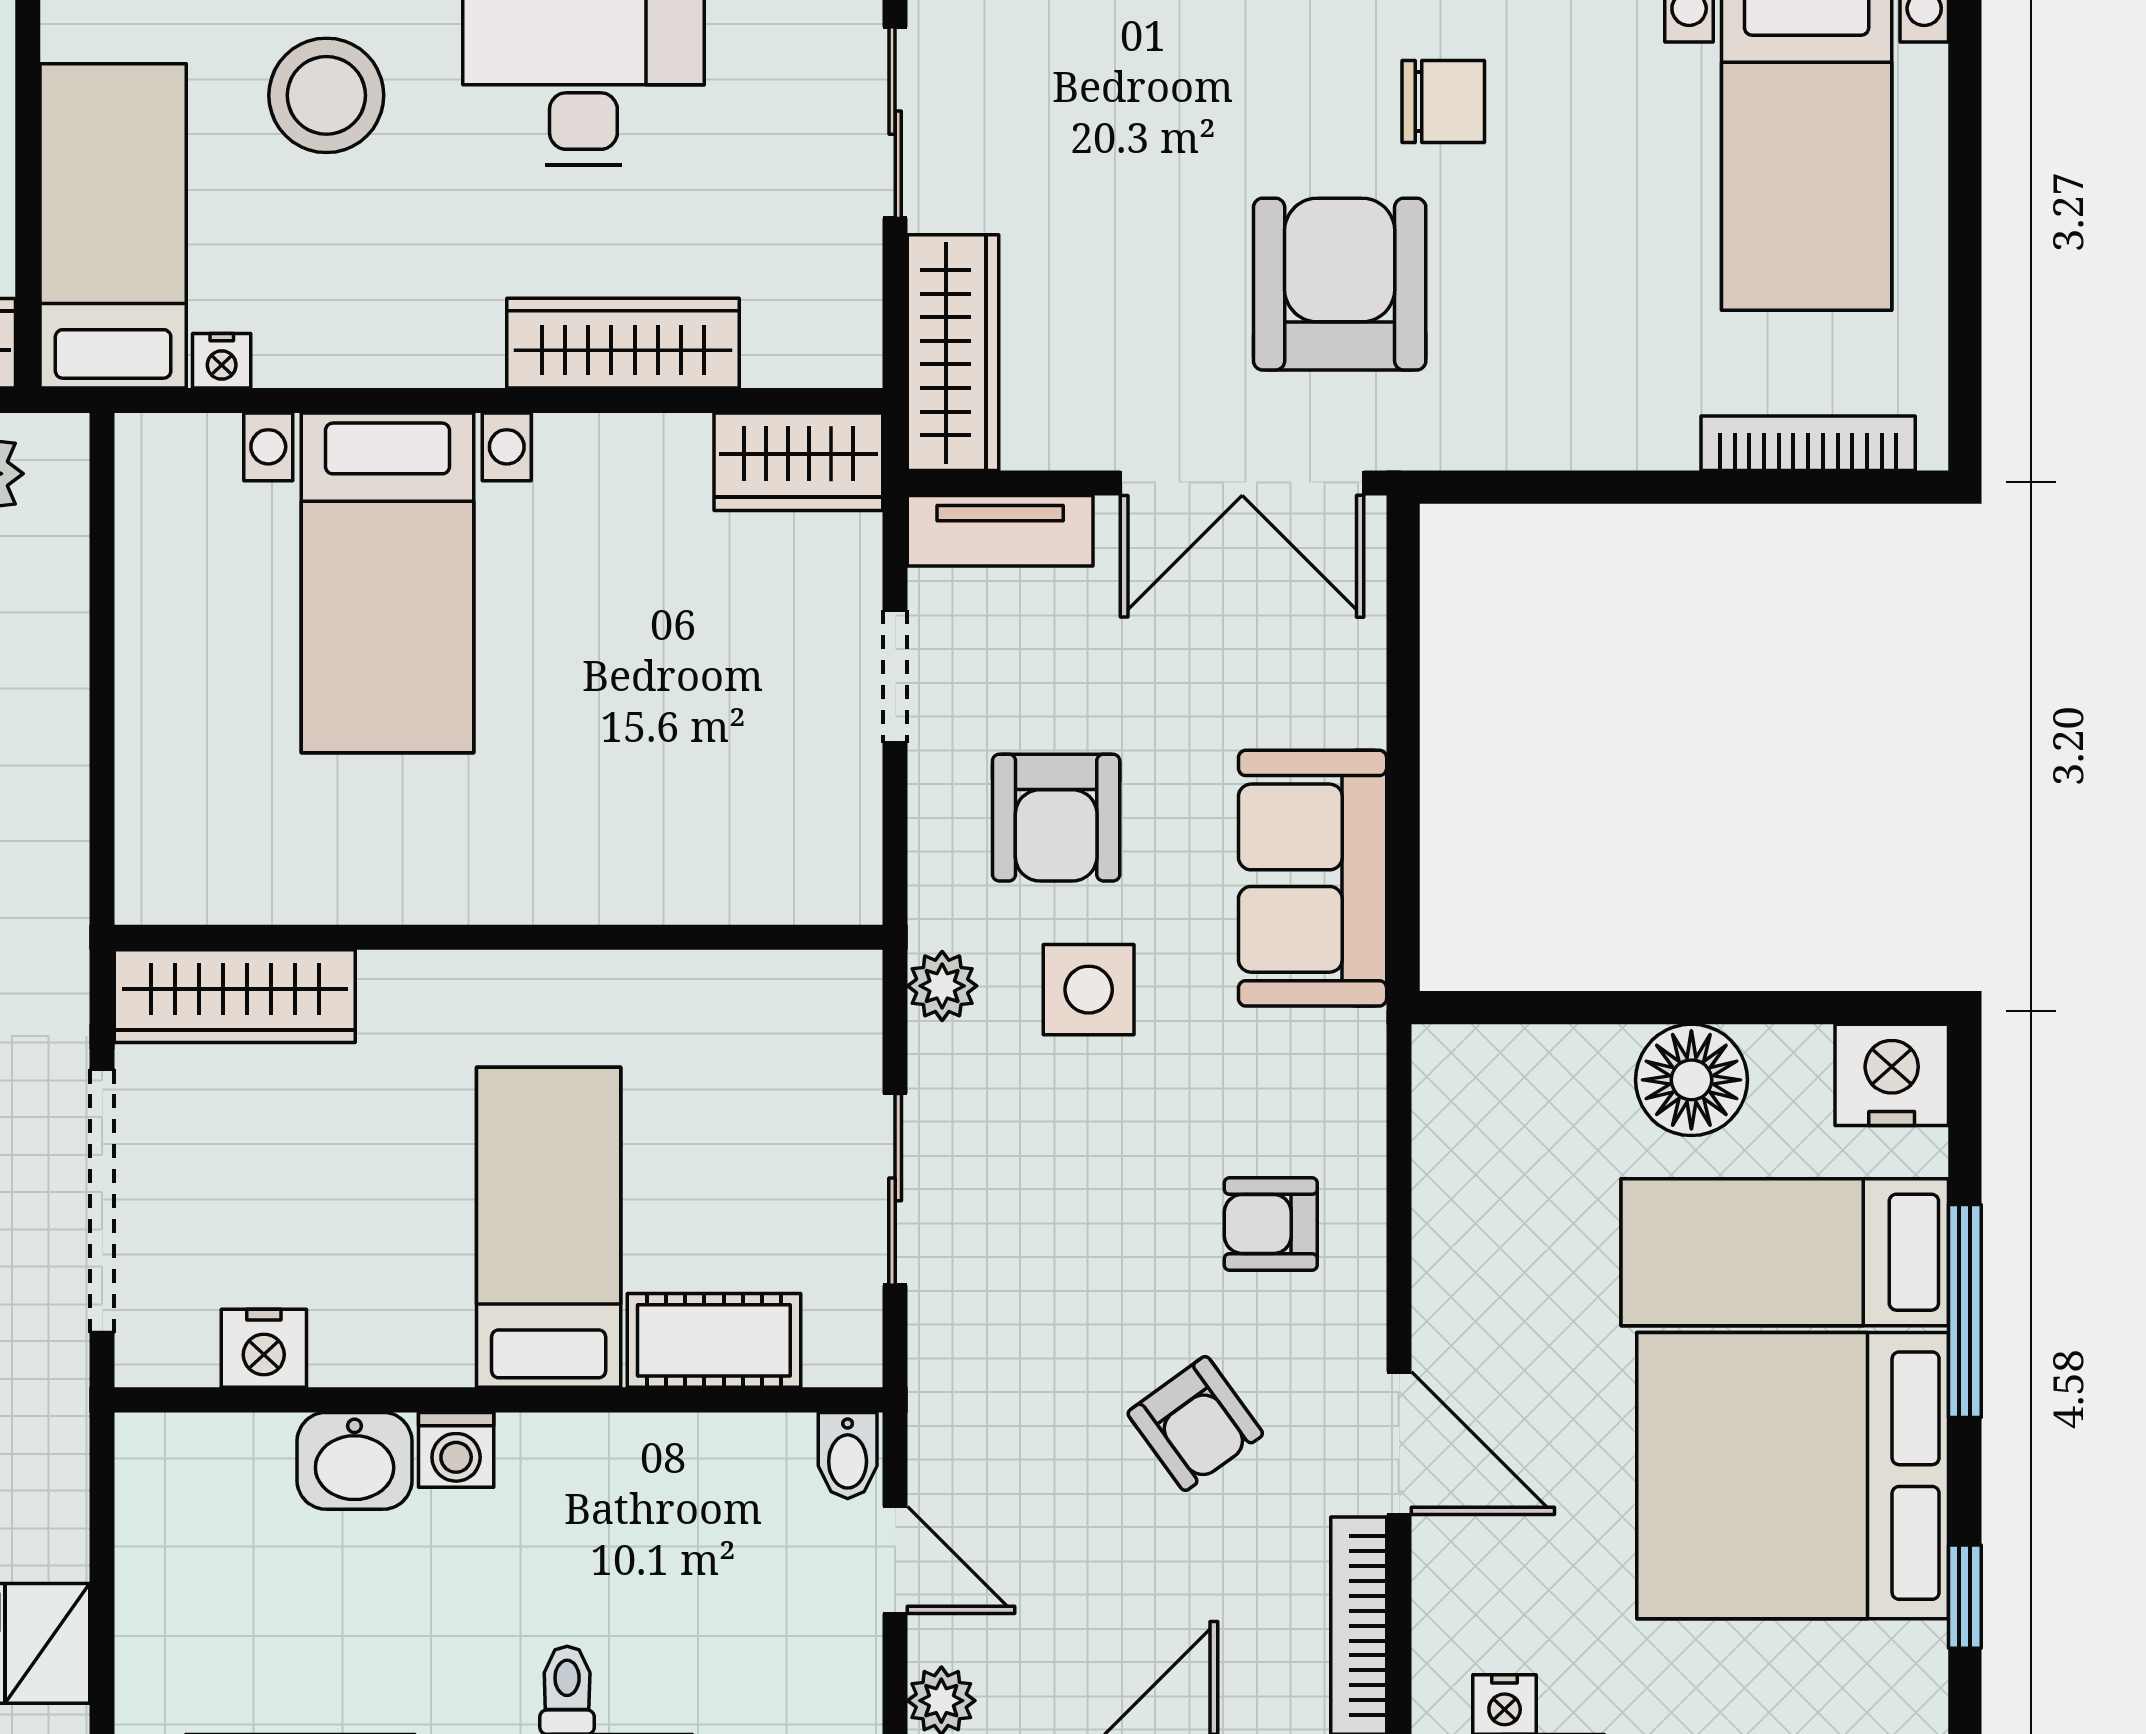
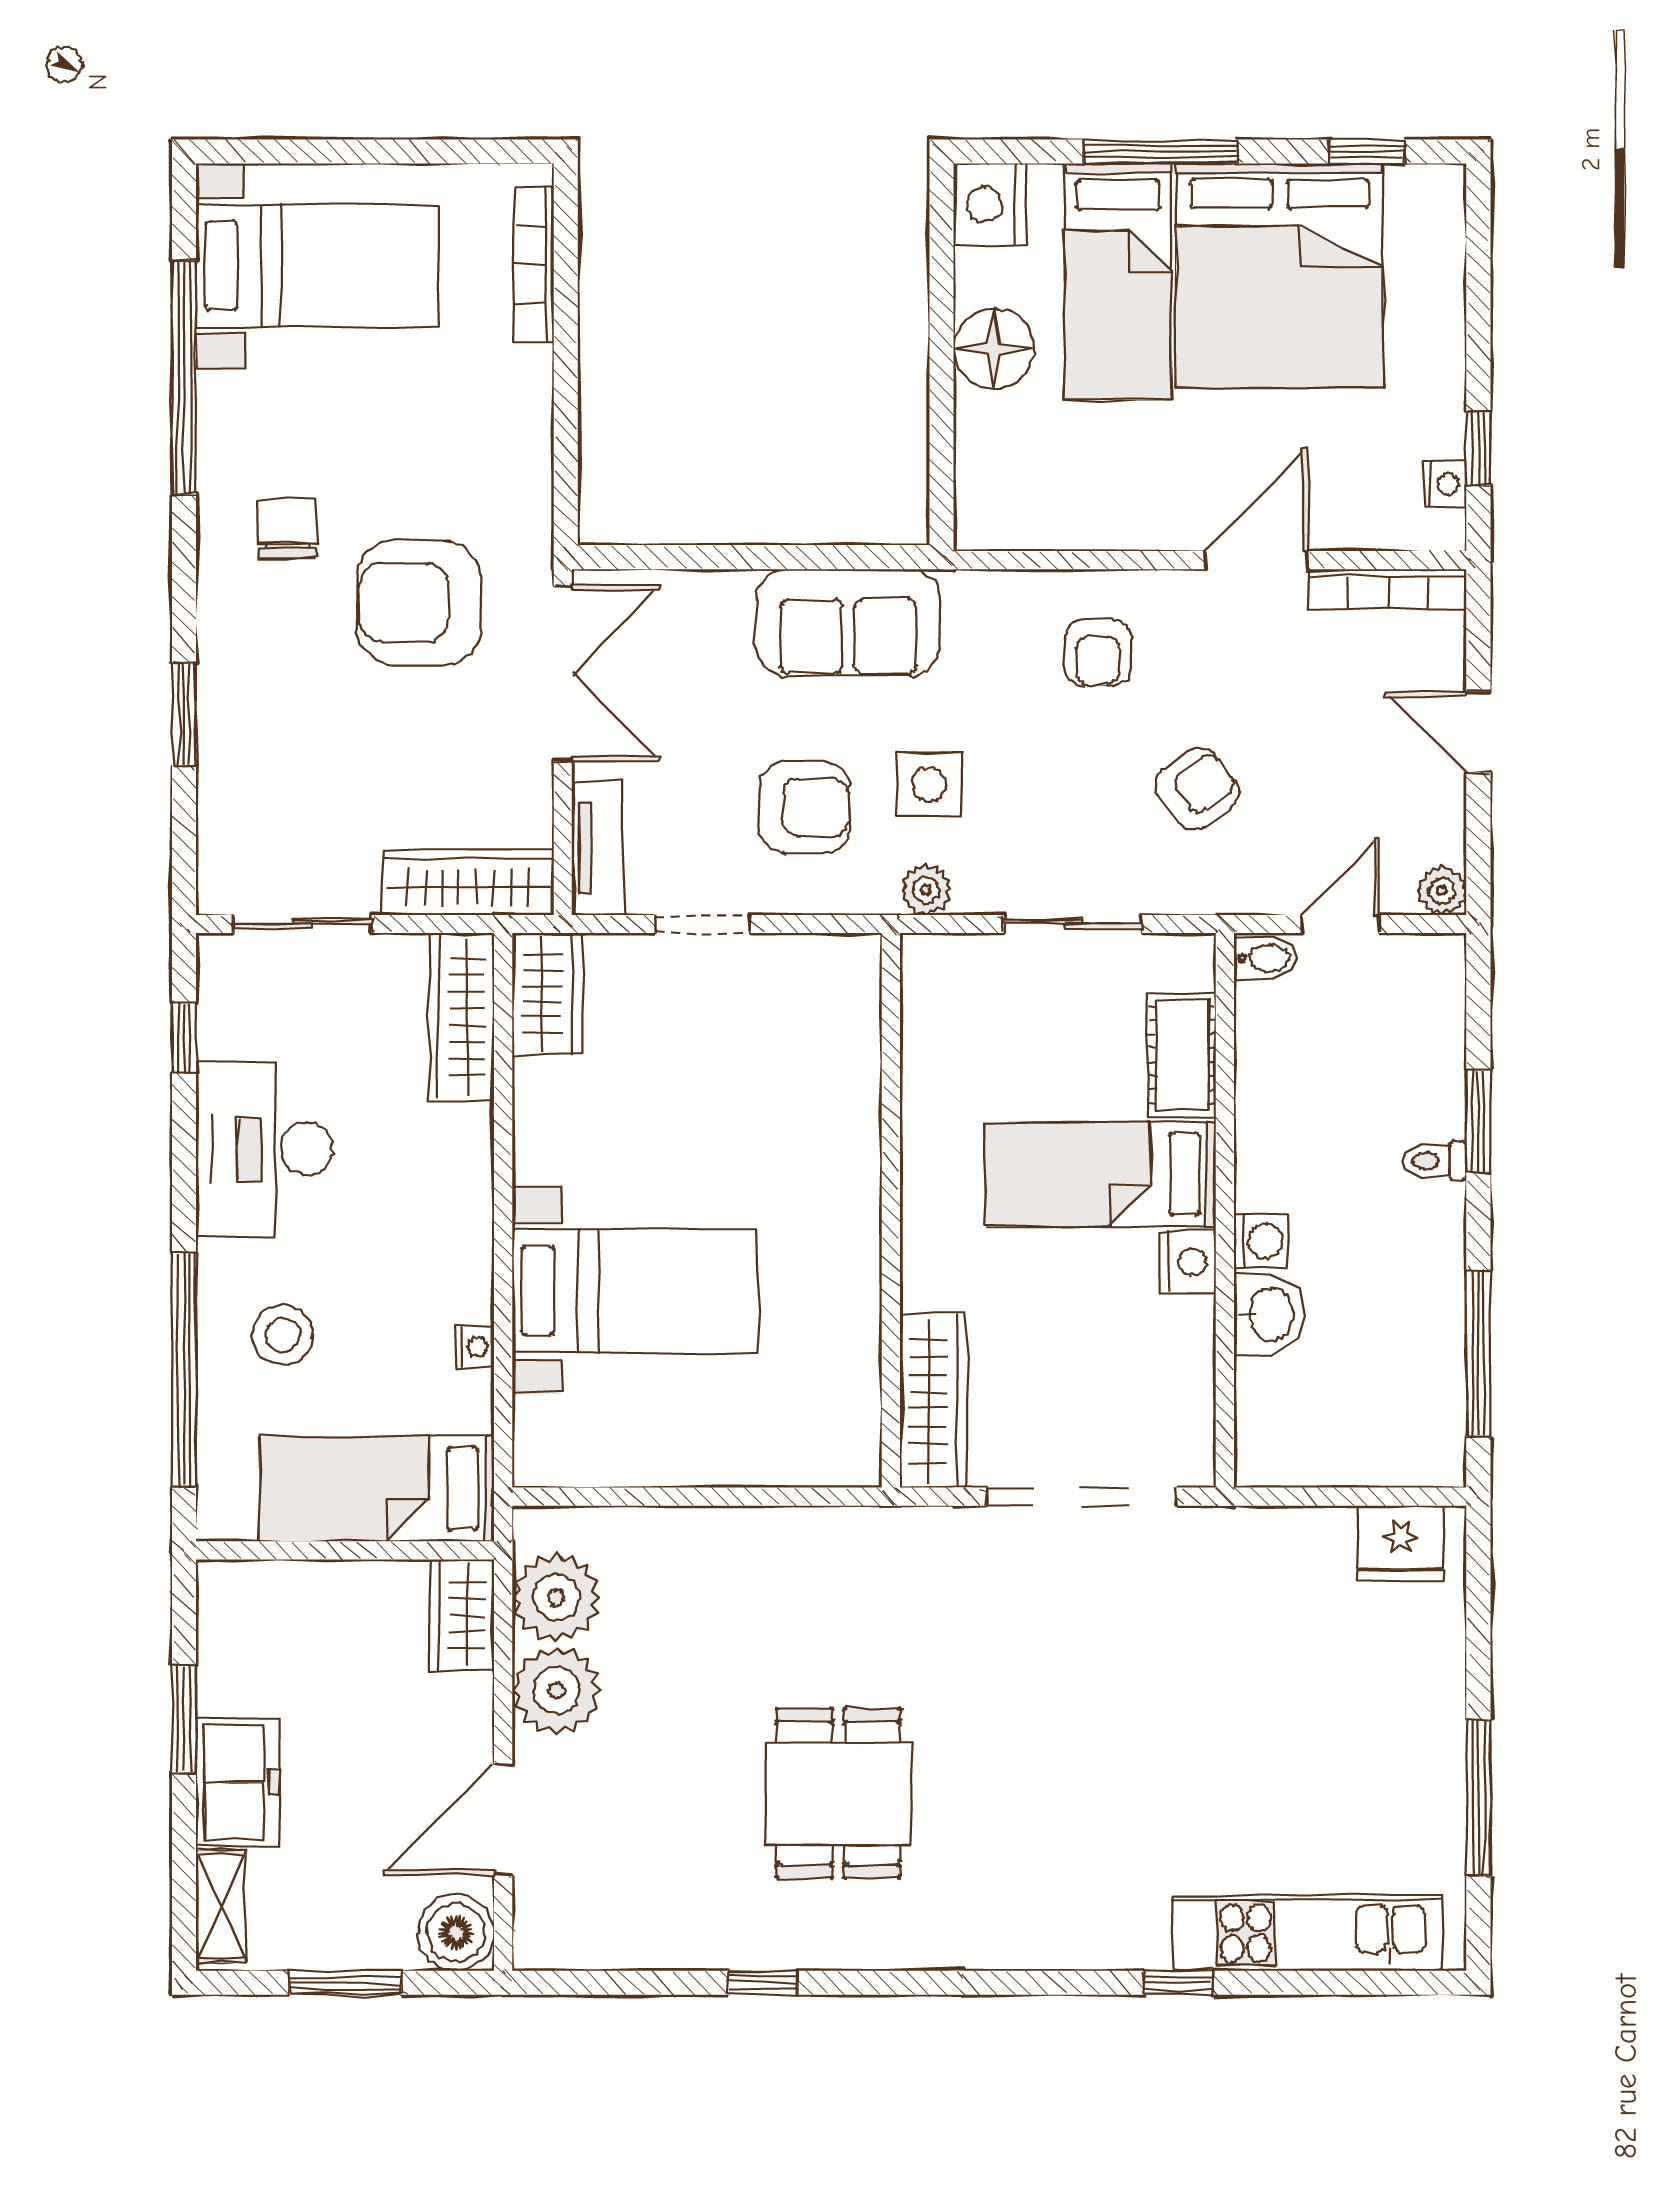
stool: (326, 95) -> (283, 1335), width x0.73, depth x0.73
wardrobe: (623, 343) -> (462, 1017), moved
nightstand: (222, 361) -> (474, 1347), moved
nightstand: (264, 1348) -> (1188, 1262), moved
armchair: (1195, 1423) -> (1197, 788), moved

